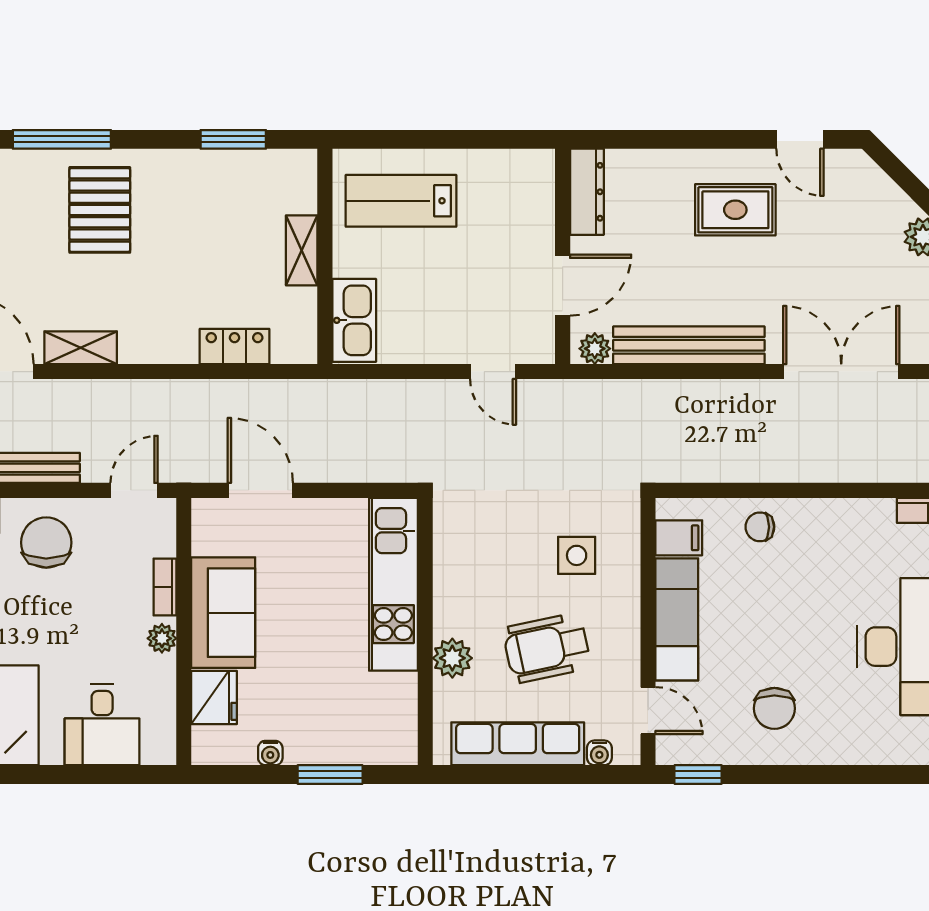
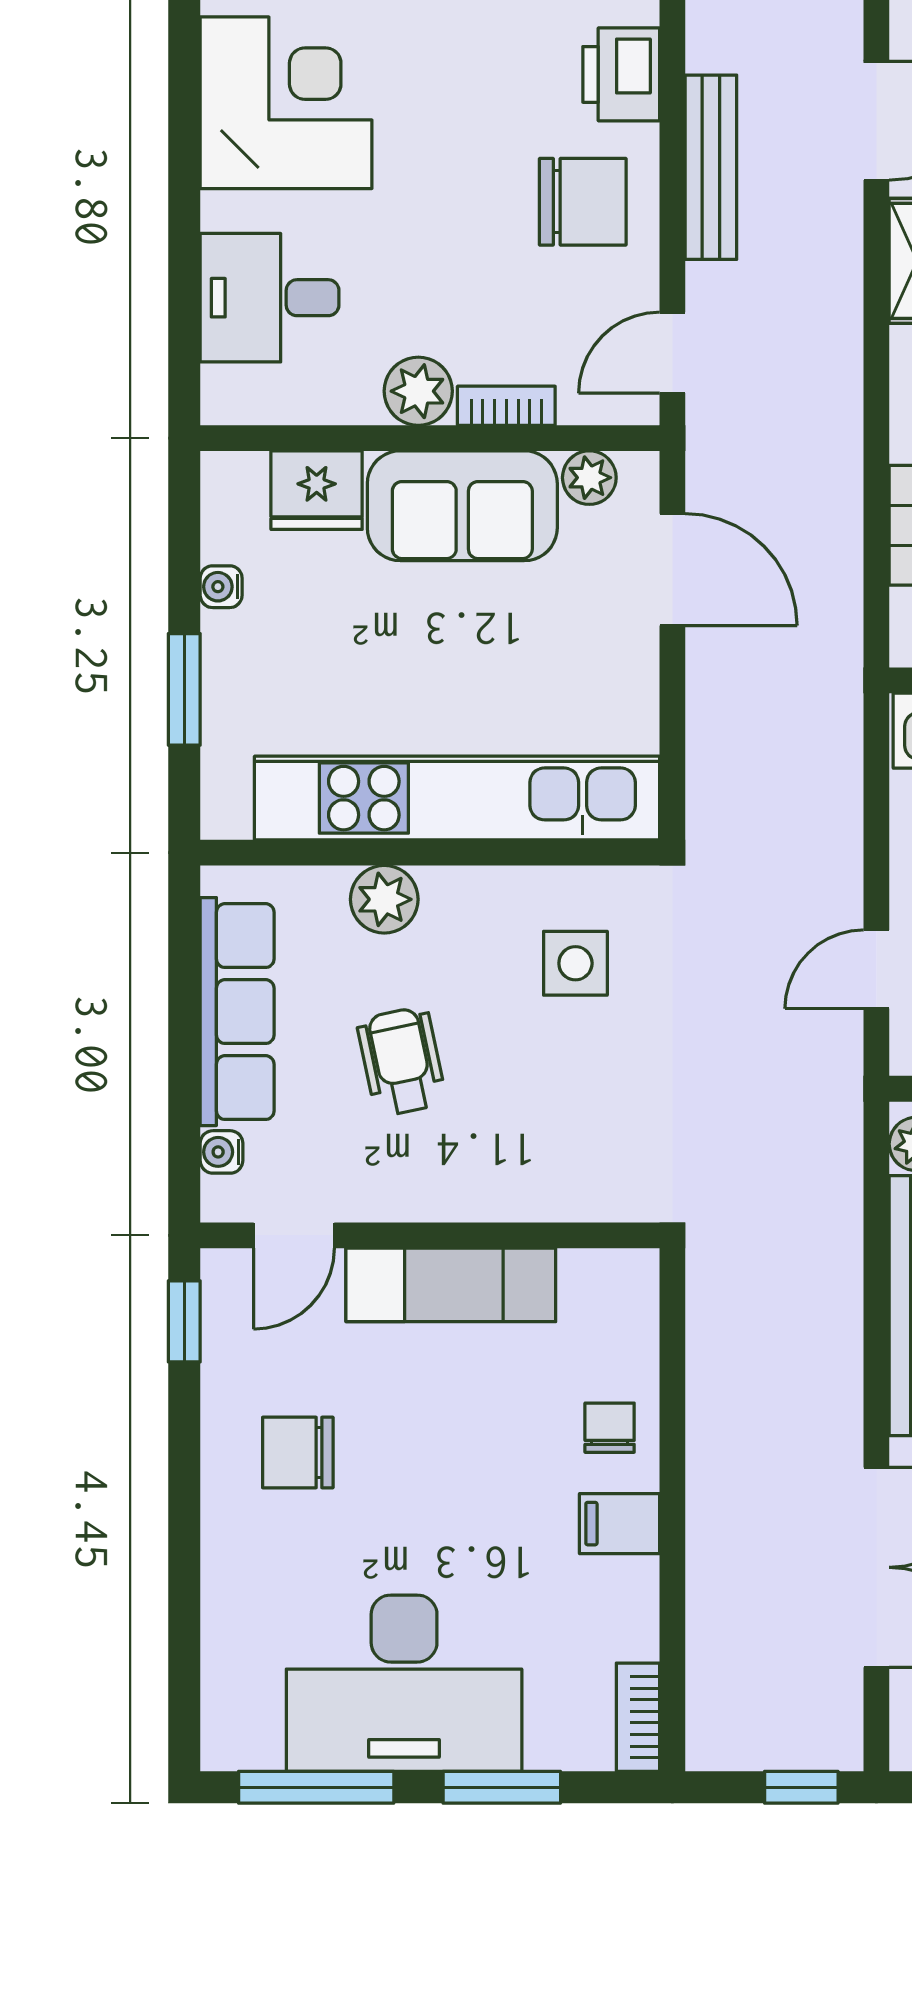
door: (134, 490) -> (672, 353), swing flipped
door: (260, 490) -> (672, 570), hinge flipped
filing cabinet: (679, 538) -> (619, 1524), moved, turned 90
plant: (207, 539) -> (589, 478), added
side table: (577, 555) -> (575, 963), moved
kitchen unit: (393, 584) -> (457, 798), width x1.36
plant: (162, 638) -> (418, 391), width x1.38, depth x1.38
wheelchair: (547, 648) -> (402, 1061), width x0.73, depth x0.73

